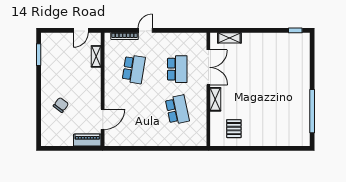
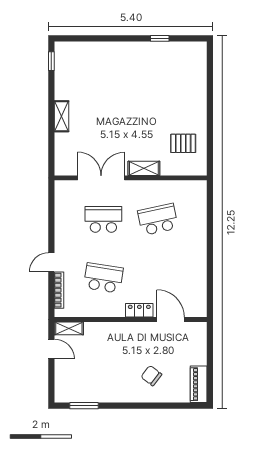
door: (145, 30) -> (51, 262), hinge flipped
shelving: (229, 38) -> (61, 116), moved
shelving: (96, 56) -> (69, 328), moved
locker: (110, 96) -> (139, 310), added
window: (312, 111) -> (160, 38), width x0.32
piano: (87, 140) -> (199, 384), moved

